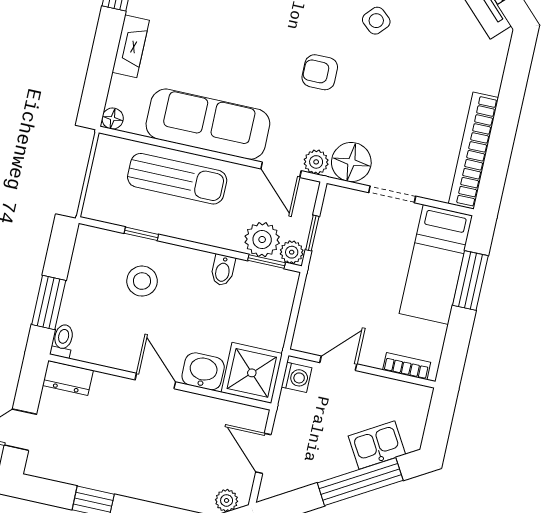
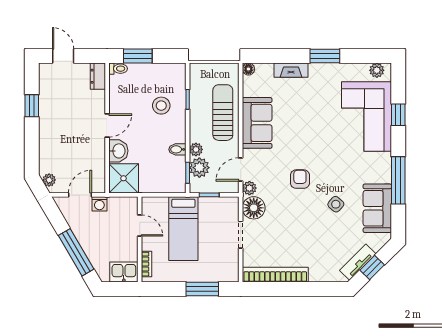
sofa: (208, 124) -> (257, 123), width x0.73
sun lounger: (177, 179) -> (223, 113), turned 180
plant: (292, 252) -> (196, 149), moved
bed: (436, 265) -> (183, 229), moved, turned -90
washing machine: (297, 377) -> (99, 204), moved
kitchen sink: (377, 445) -> (124, 272), moved, turned -60

